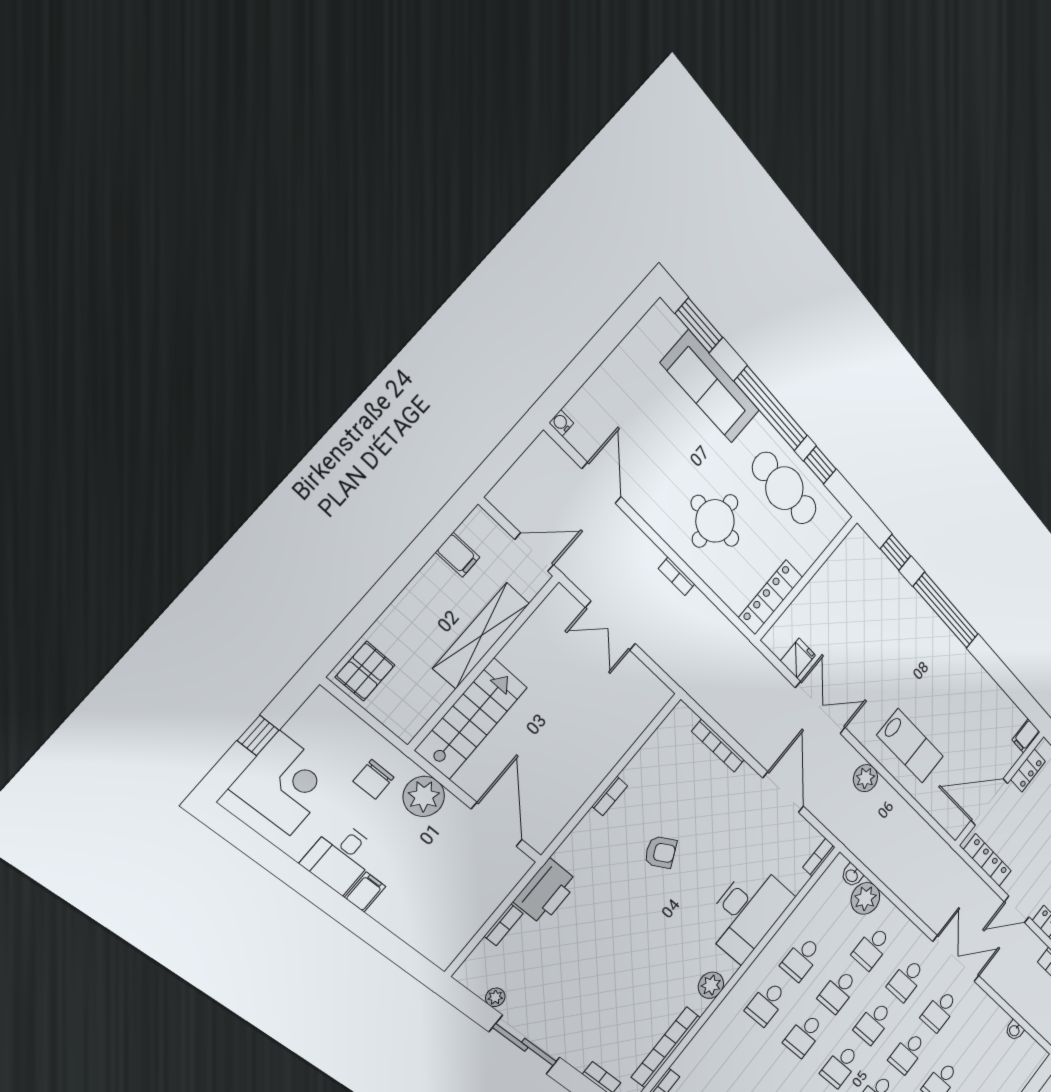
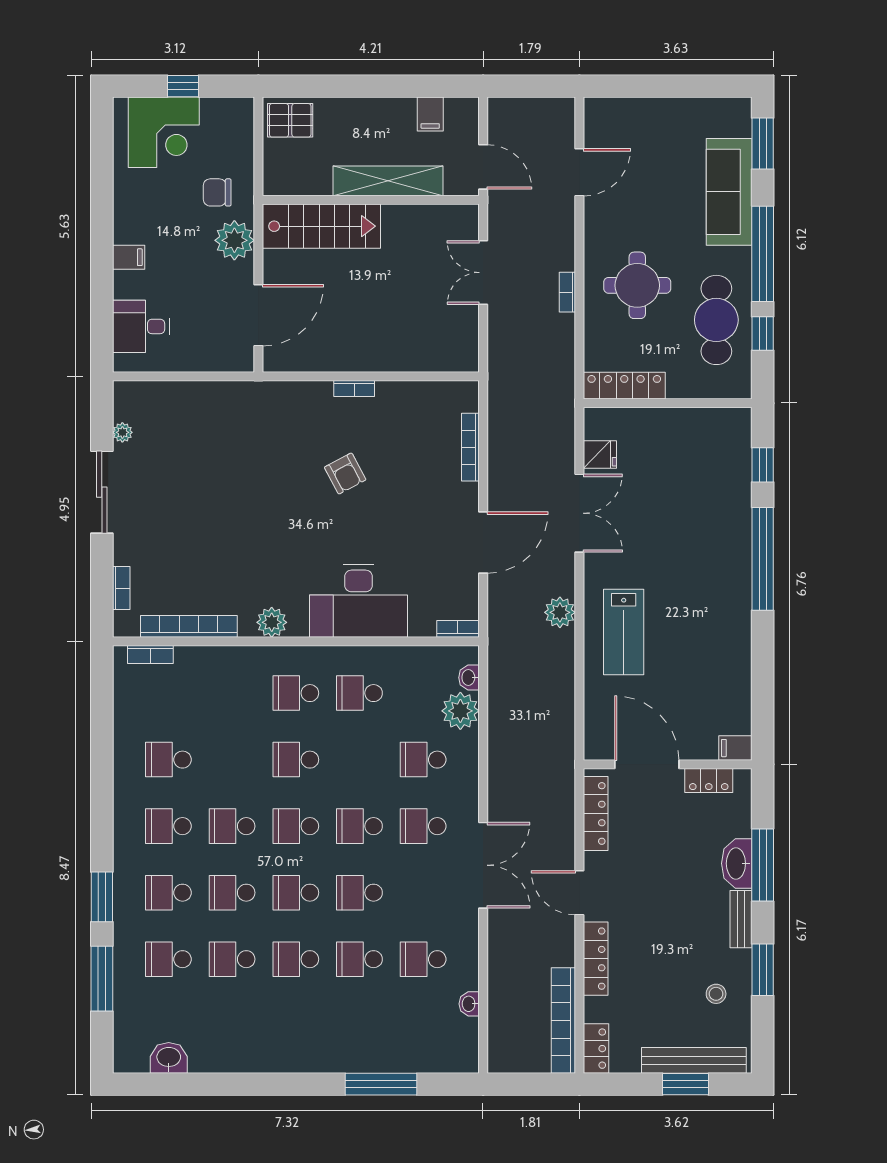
water cooler: (561, 423) -> (592, 106), removed
desk: (340, 857) -> (141, 326), moved
printer: (546, 892) -> (238, 402), removed
bookcase: (504, 925) -> (185, 389), removed
school desk: (838, 991) -> (359, 760), removed
school desk: (940, 1011) -> (423, 959), moved

